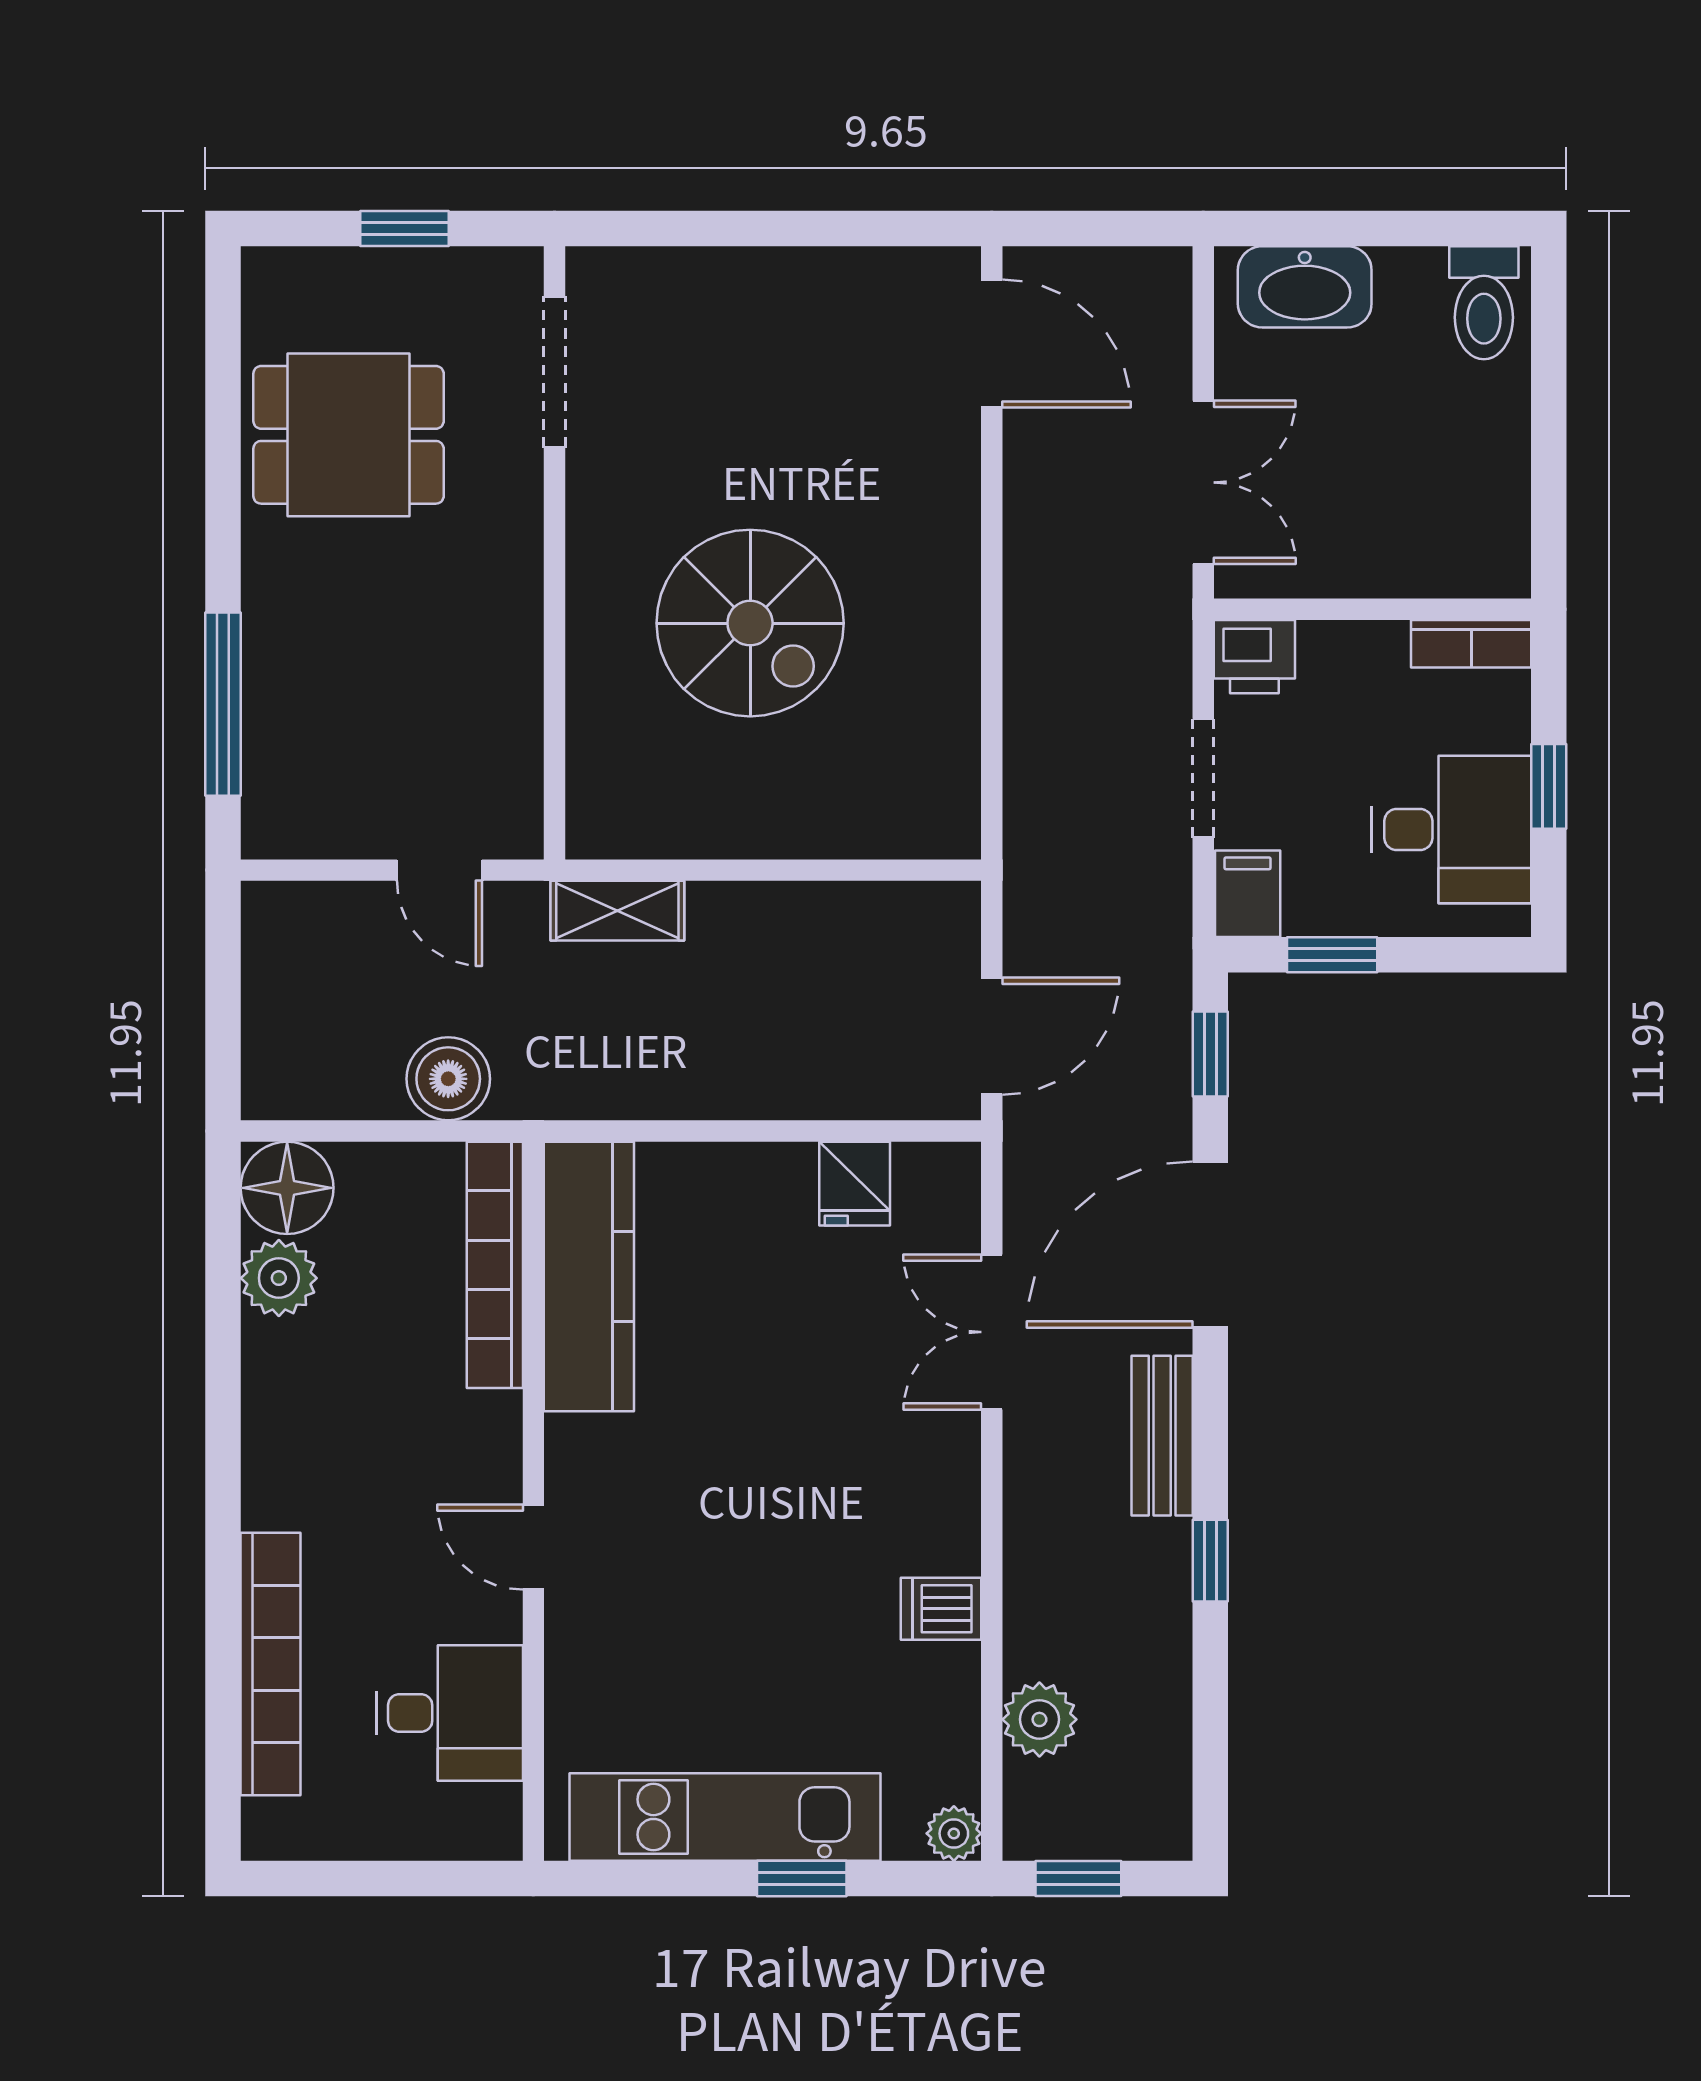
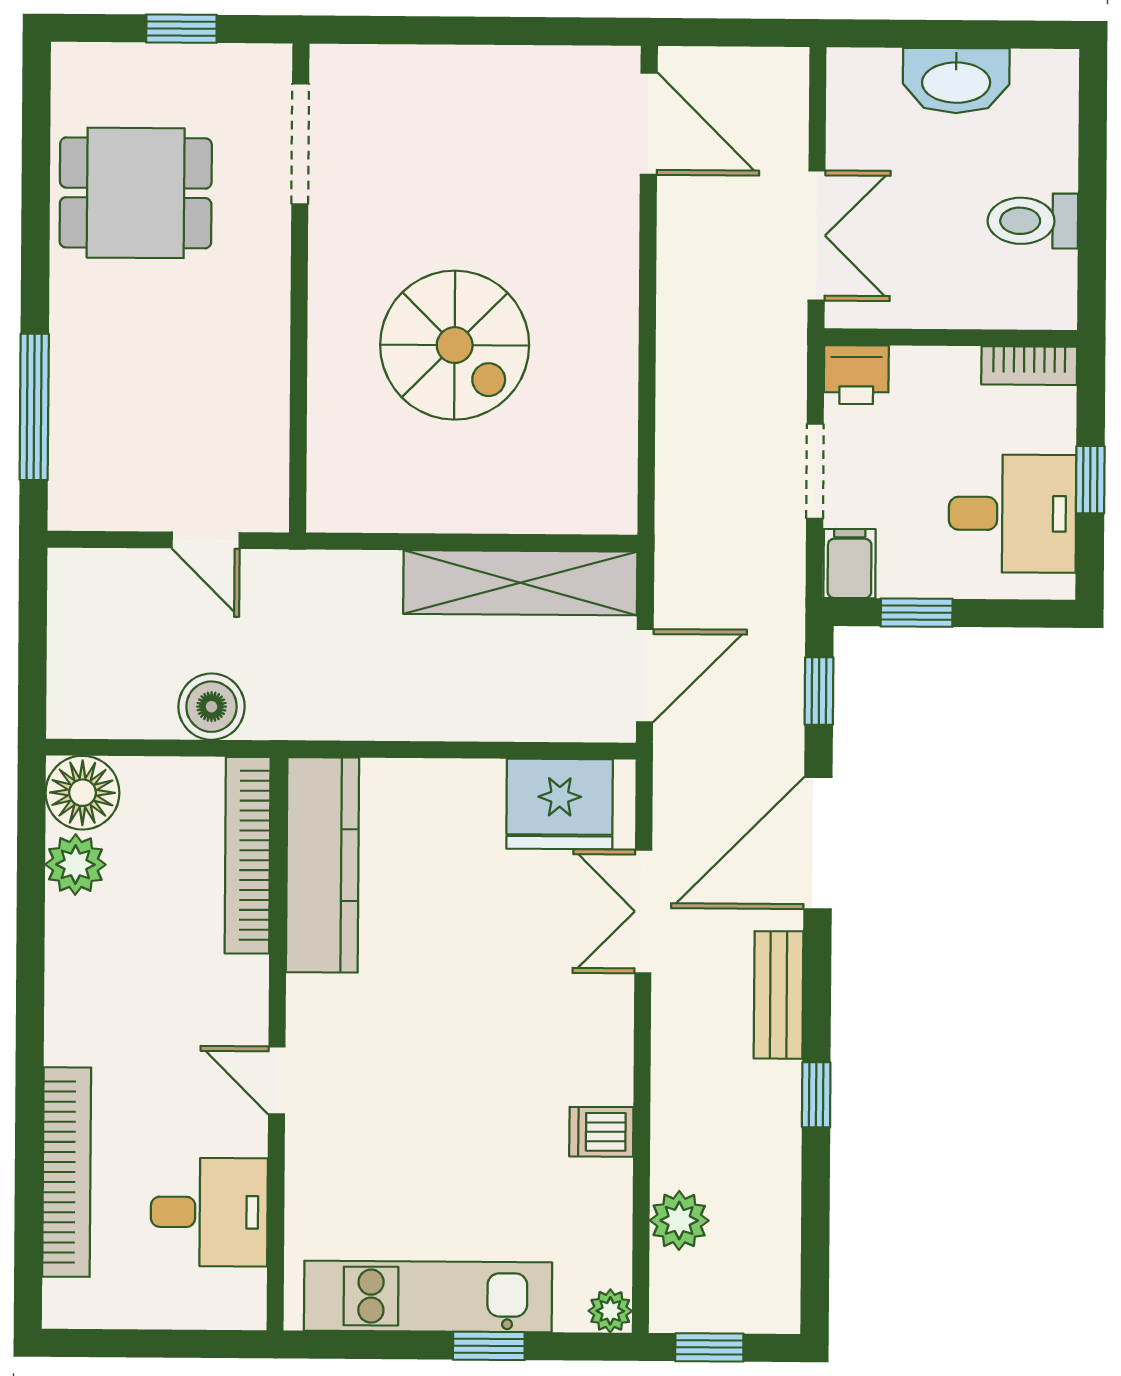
washbasin: (1305, 287) -> (956, 81), moved
toilet: (1484, 303) -> (1033, 221), moved, turned 90
shelving: (617, 911) -> (520, 583), moved, width x2.20, depth x1.33
fridge: (855, 1184) -> (560, 804), width x1.88, depth x1.34

